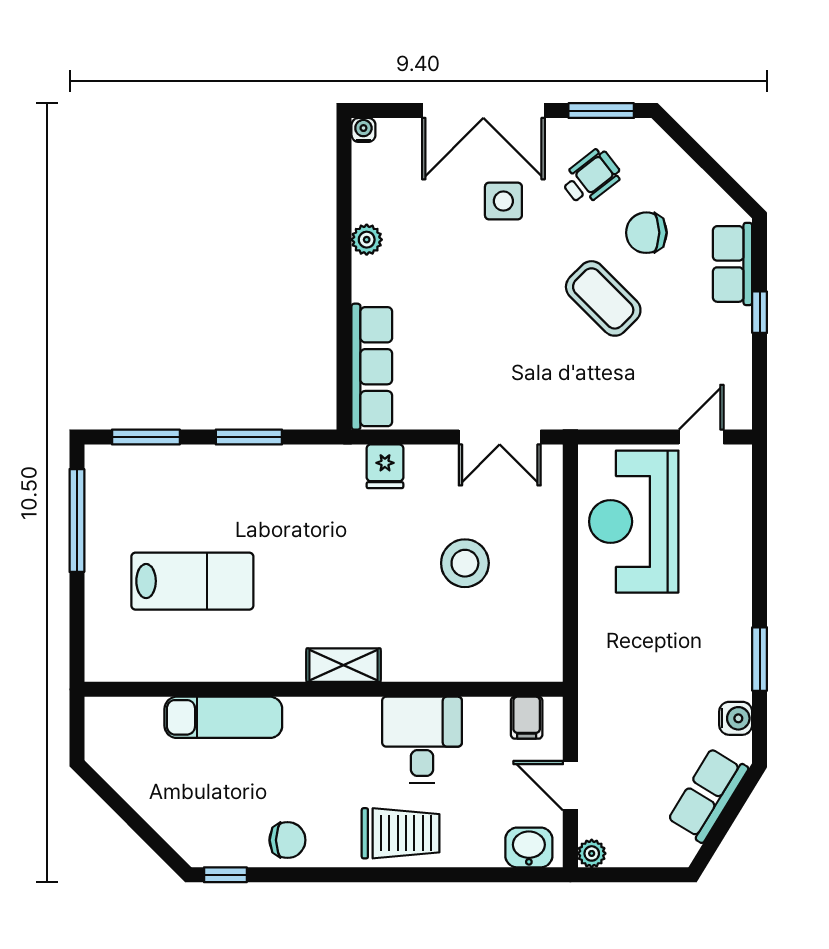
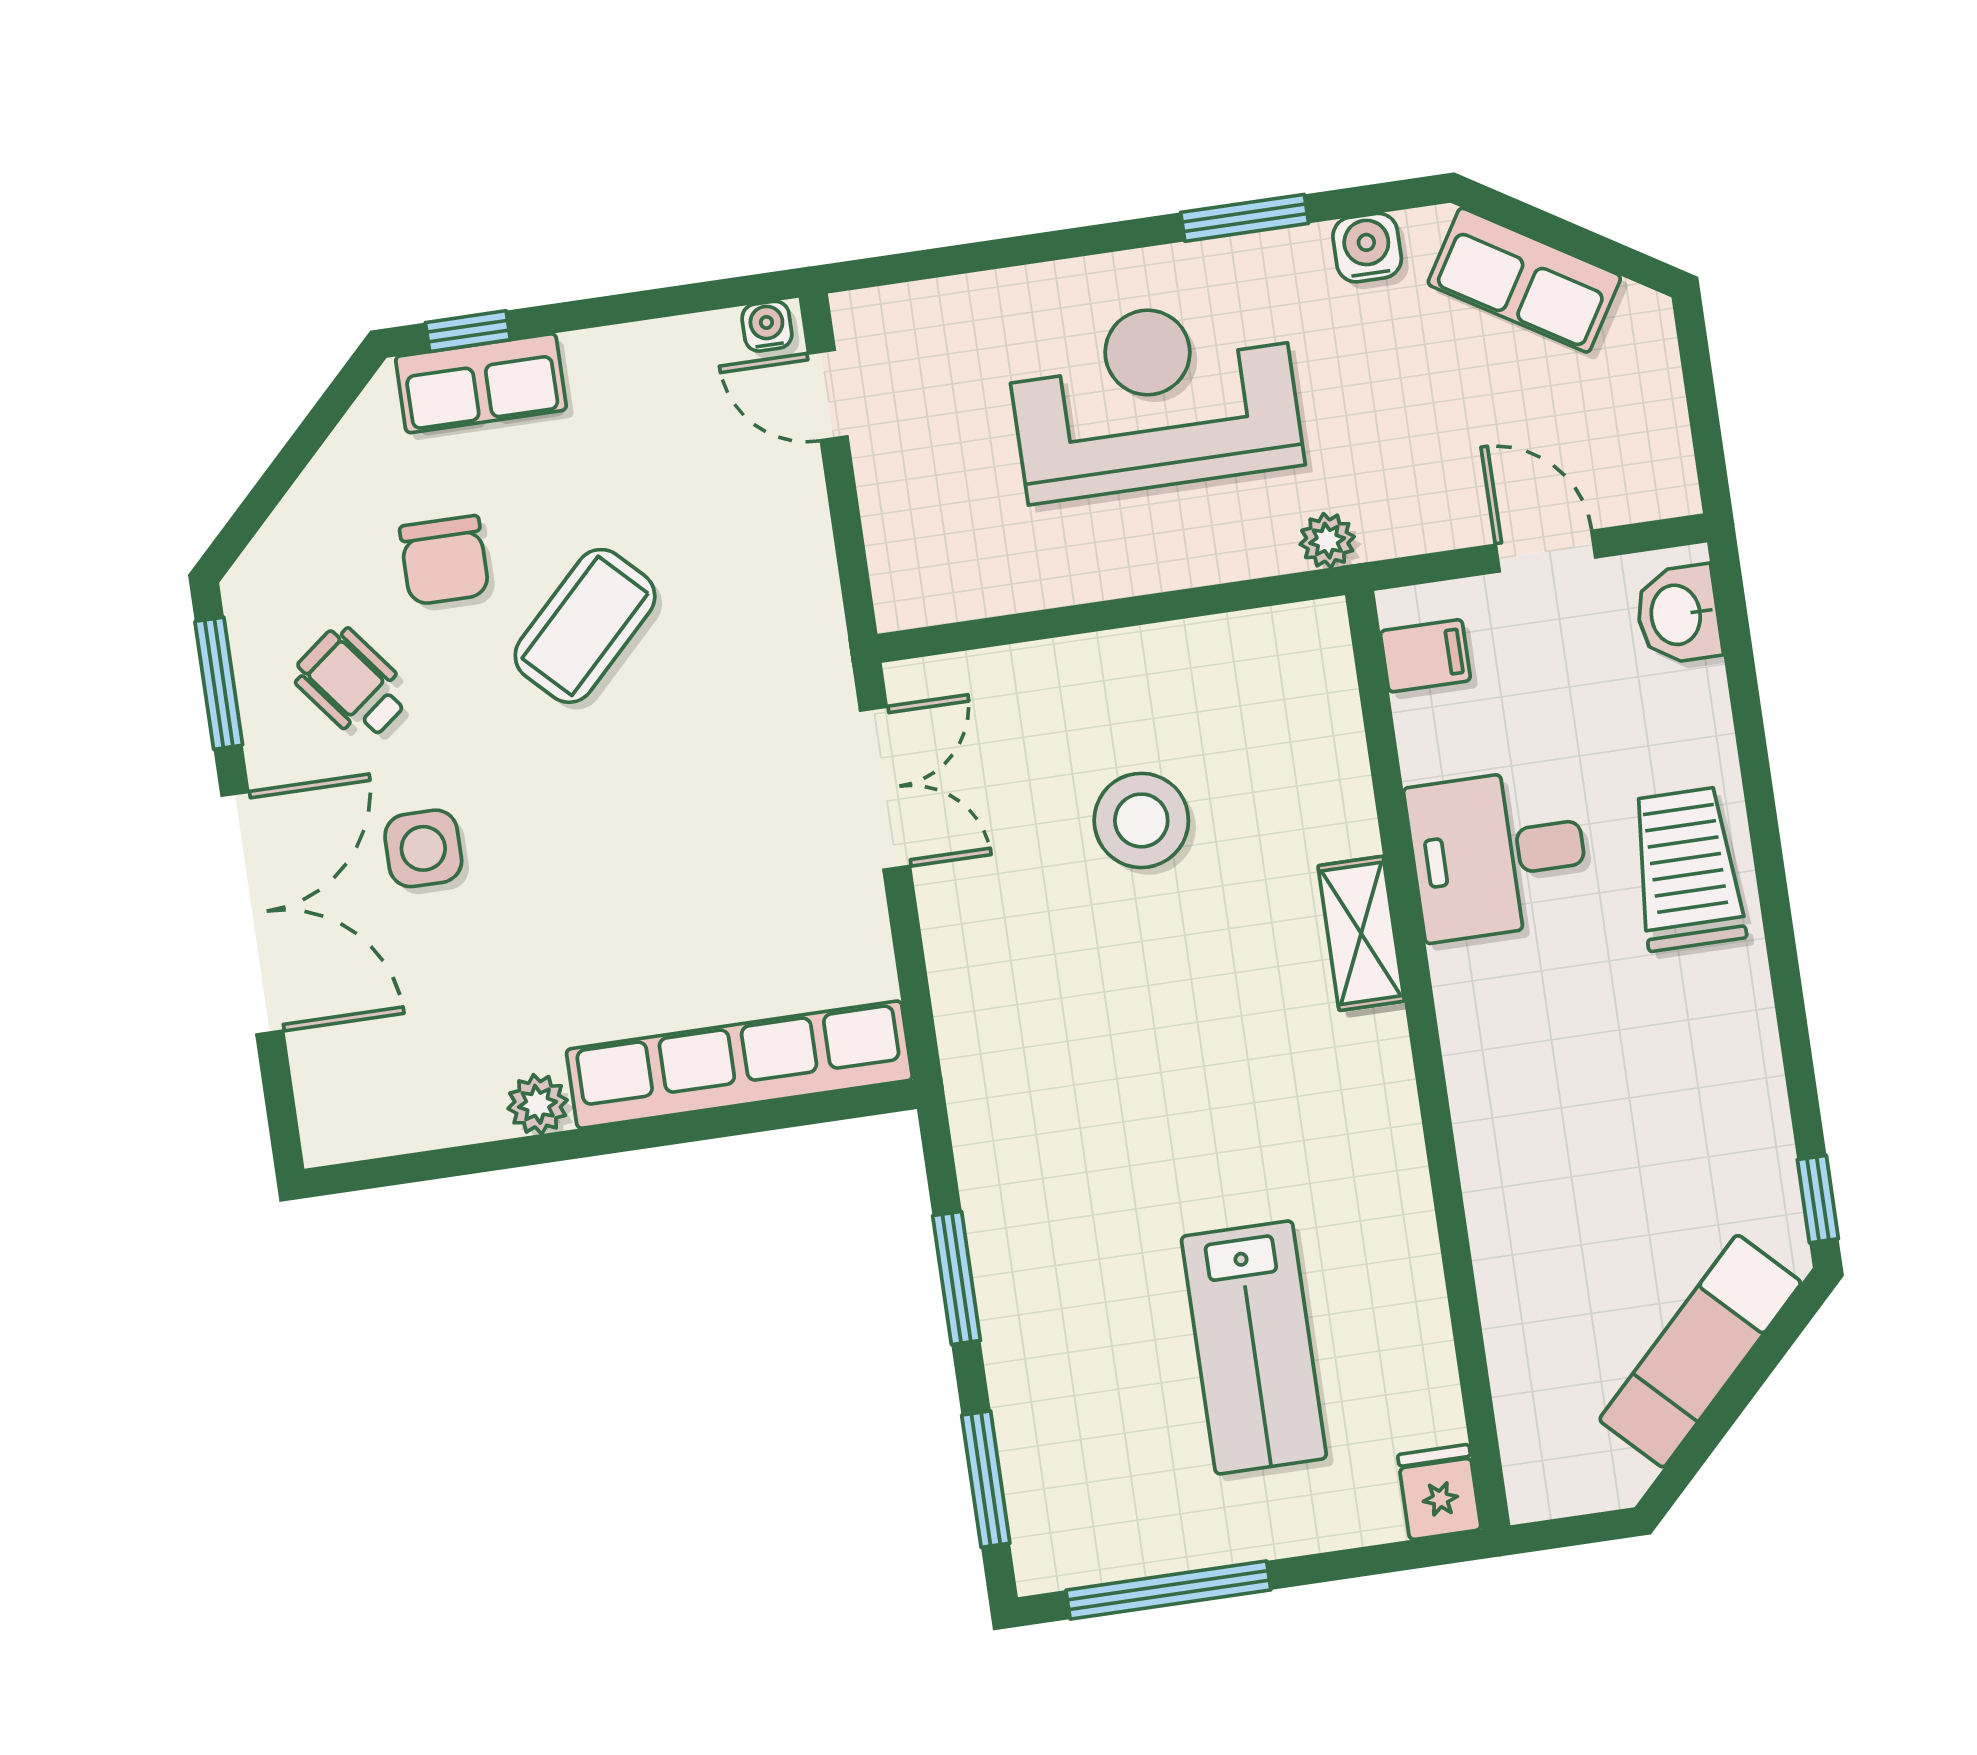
water cooler: (363, 130) -> (767, 326), moved, turned 90
window: (760, 312) -> (468, 331), moved
row of seats: (372, 367) -> (739, 1065), width x1.36
fridge: (385, 466) -> (1439, 1492), moved, turned -90
reception desk: (634, 522) -> (1154, 398), moved, turned 180
lab bench: (192, 581) -> (1254, 1347), turned 180
shelving: (344, 665) -> (1361, 933), moved
exam couch: (223, 717) -> (1700, 1351), moved, turned -135
door: (570, 786) -> (1546, 551), swing flipped
chair: (287, 840) -> (1732, 1088), removed
plant: (592, 853) -> (1327, 541), moved

